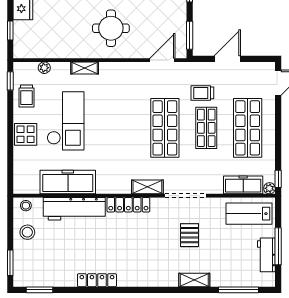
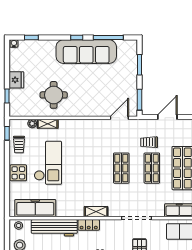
round table: (111, 28) -> (54, 95), moved
shelving: (85, 68) -> (48, 124), moved
shop shelf: (165, 128) -> (121, 168), width x0.70, depth x0.74
freezer: (68, 182) -> (35, 208), moved
shelving: (147, 187) -> (96, 212), moved
locker: (128, 205) -> (89, 225), width x0.66

